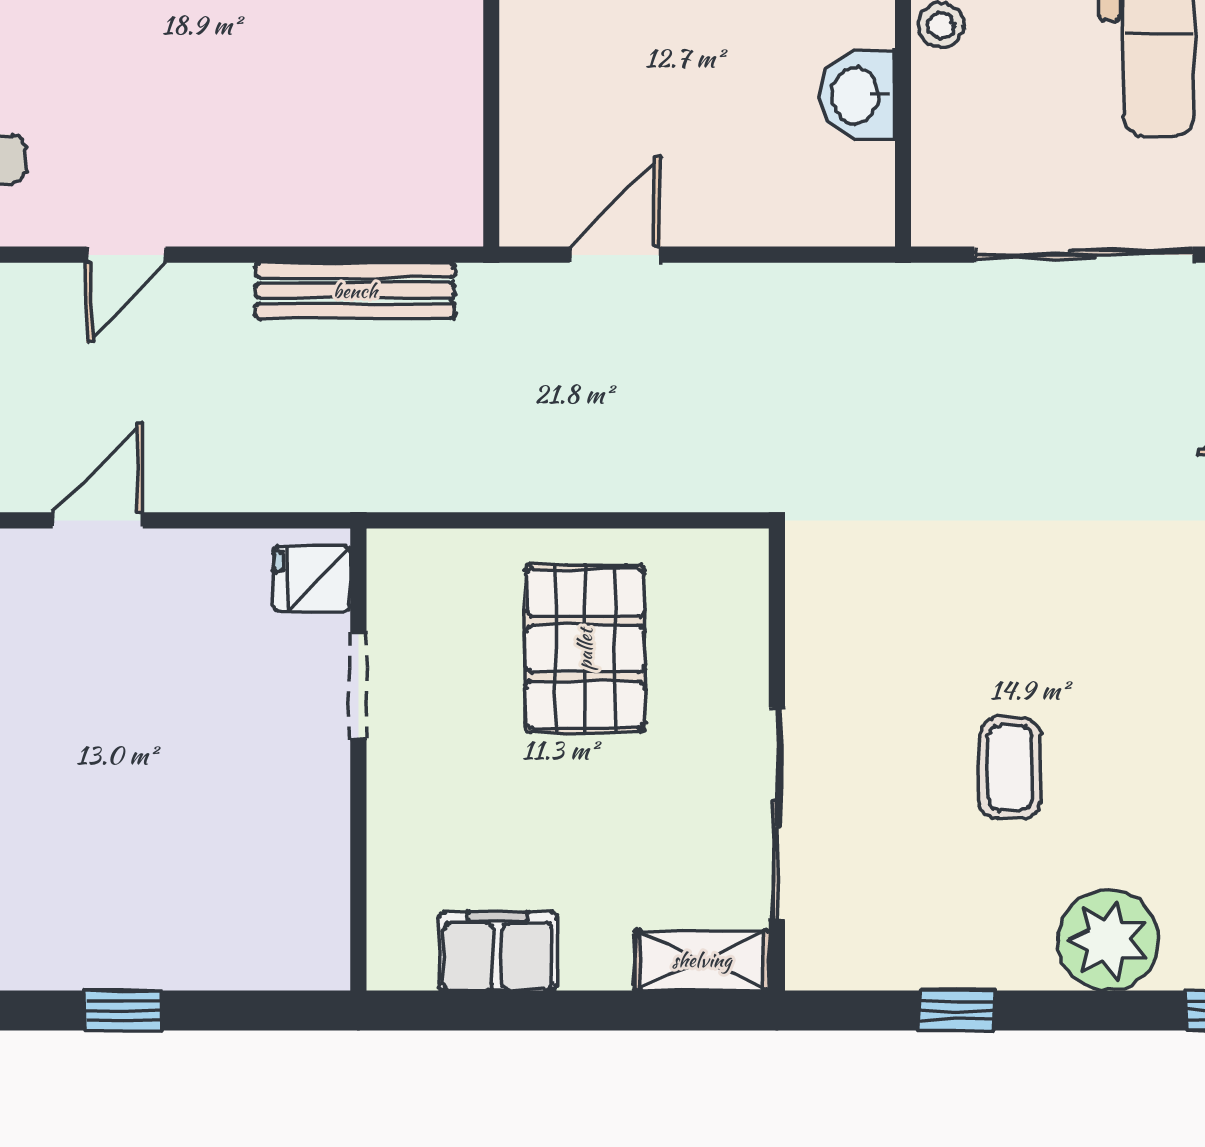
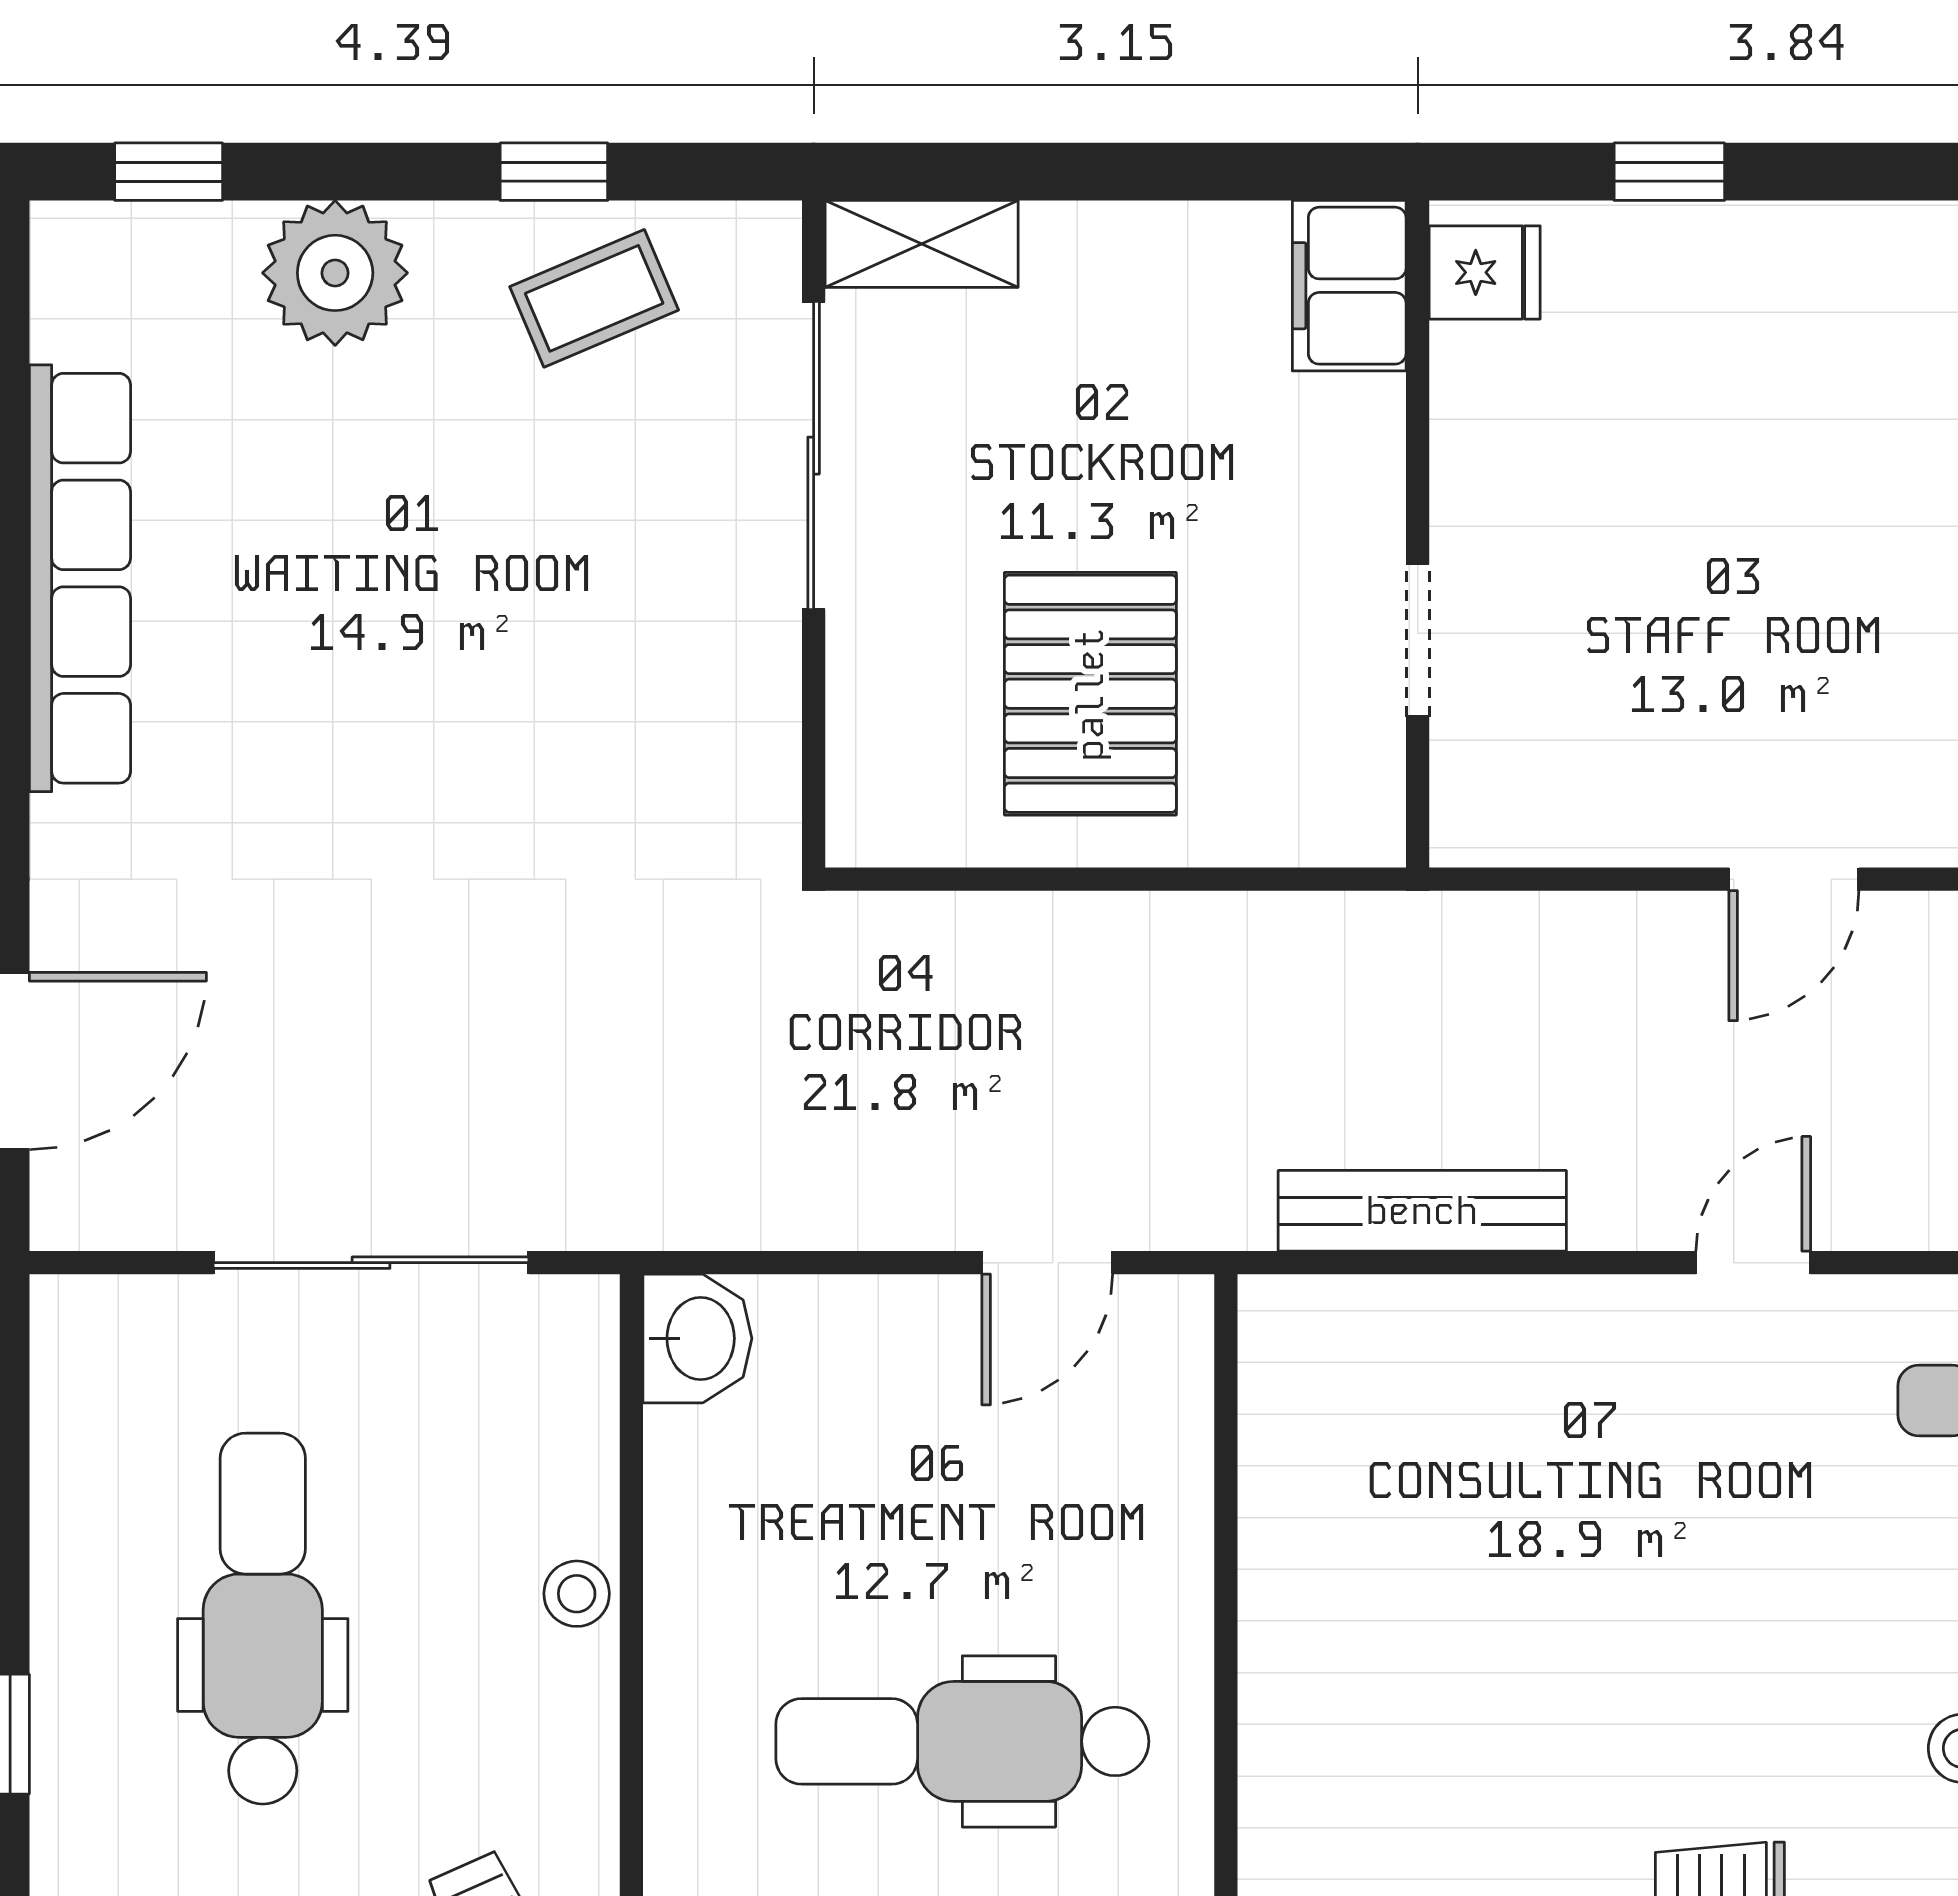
washbasin: (857, 95) -> (697, 1338), moved
fridge: (312, 579) -> (1485, 272), moved
coffee table: (1010, 768) -> (594, 298), moved, turned 67
filing cabinet: (498, 951) -> (1349, 286), moved, turned 90
window: (123, 1010) -> (1669, 172), moved

